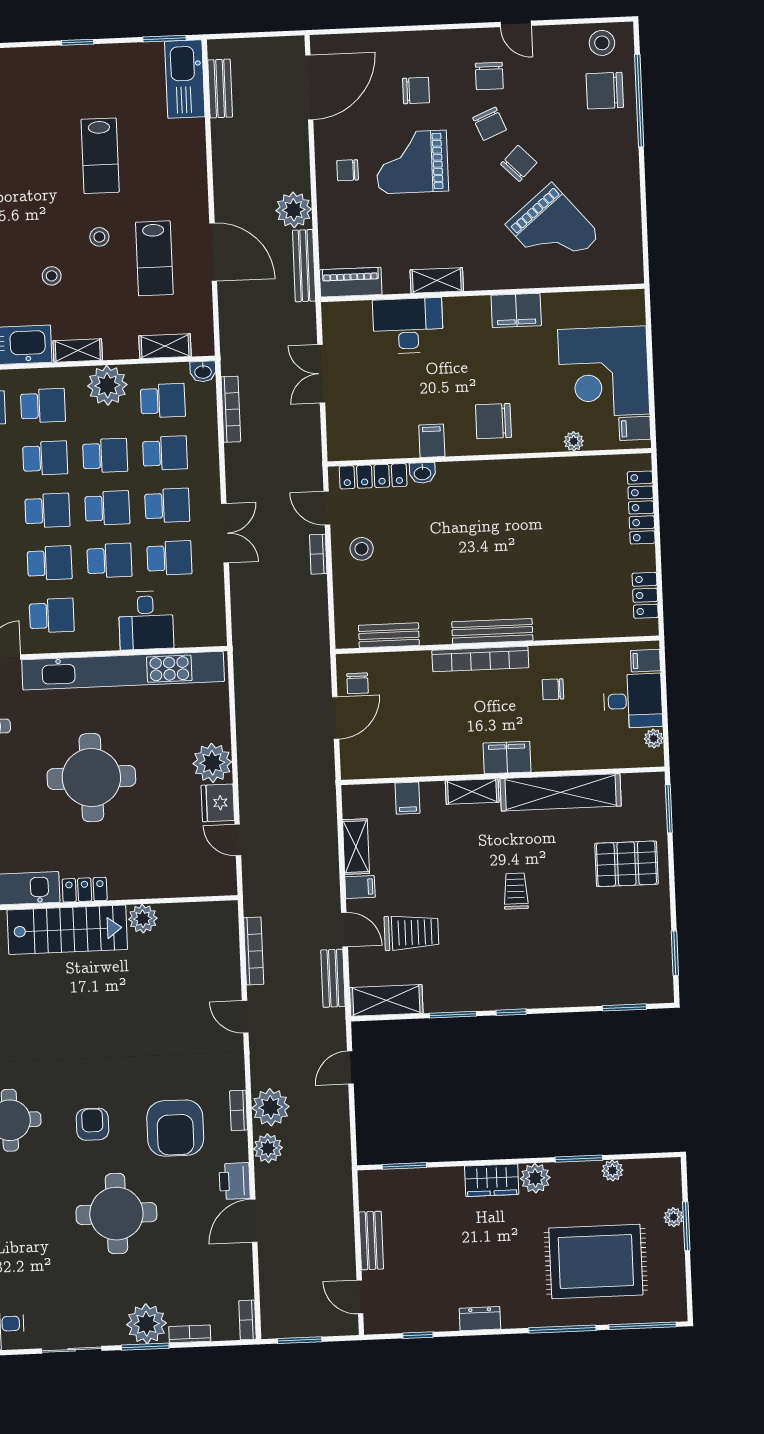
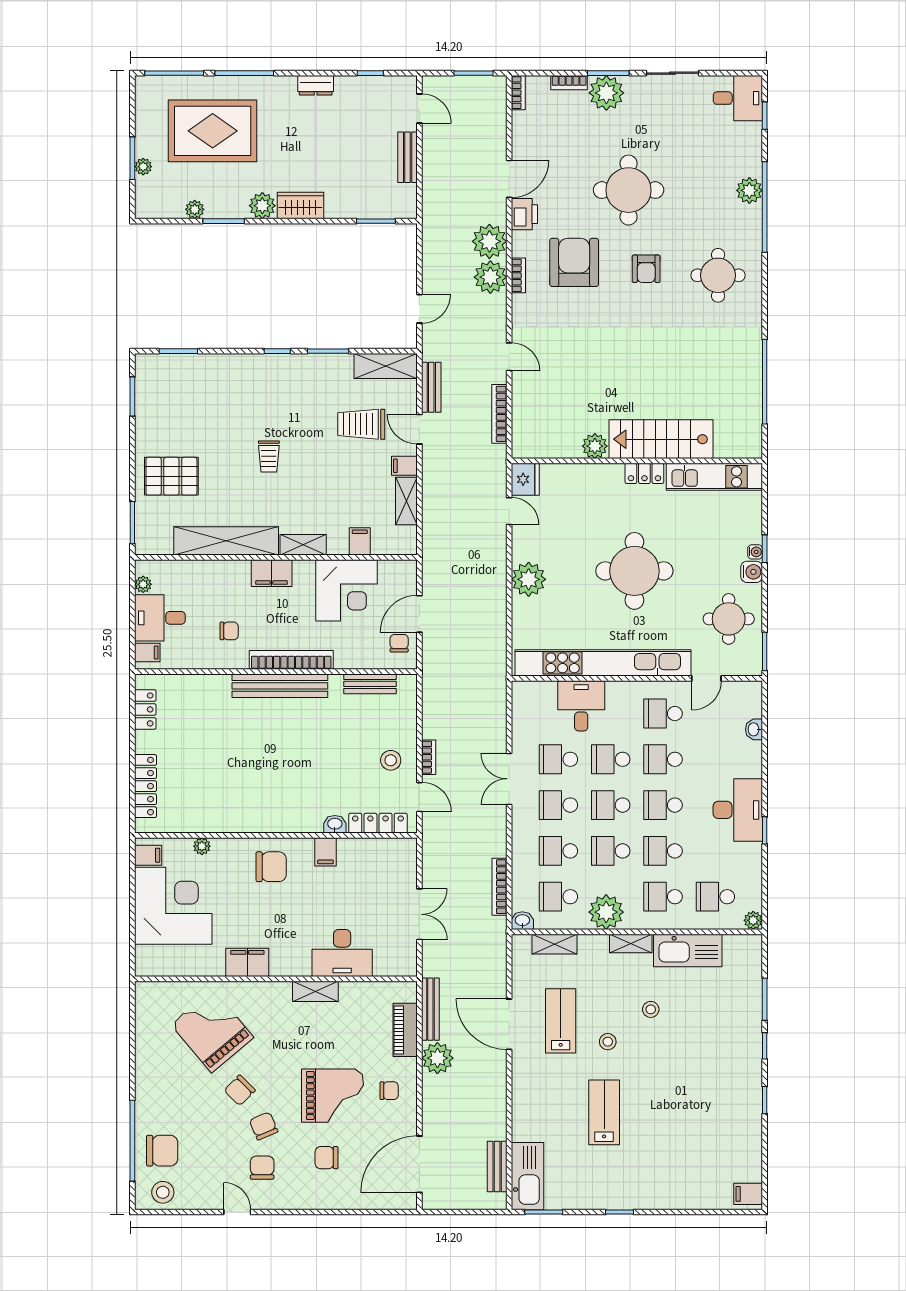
piano: (351, 282) -> (405, 1030), moved, turned 90
bench: (492, 631) -> (280, 686), width x1.37, depth x1.21
corner desk: (420, 741) -> (346, 590), added
fridge: (218, 803) -> (525, 479), moved
plant: (268, 1148) -> (489, 241), width x1.36, depth x1.36

